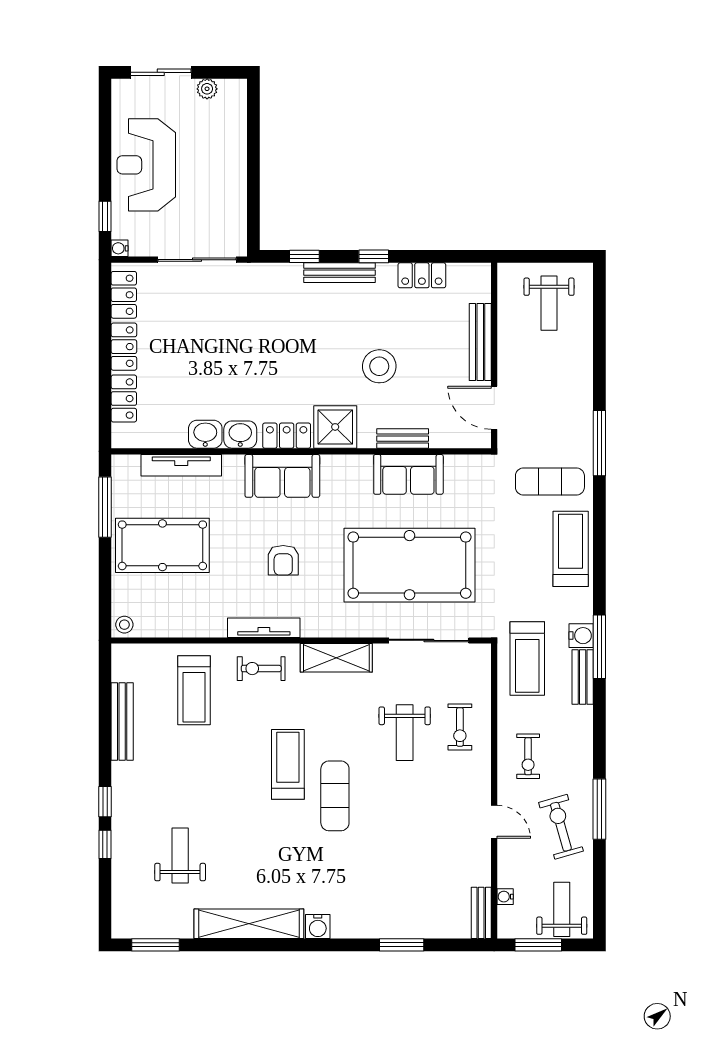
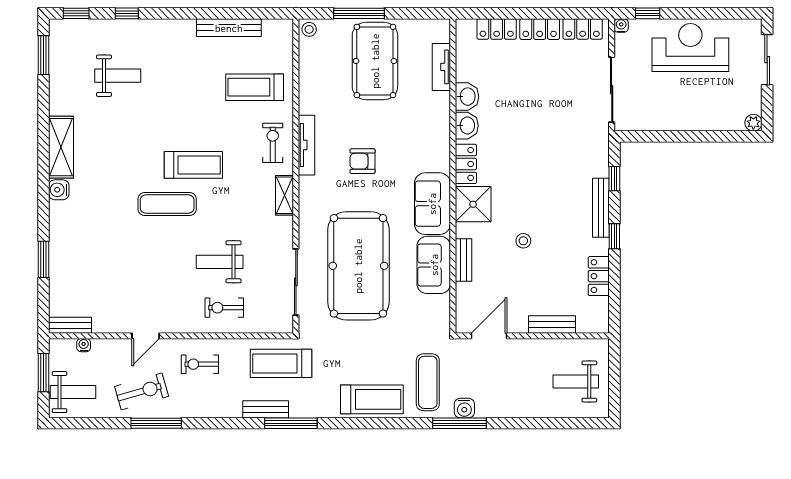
plant: (207, 89) -> (753, 123), moved
bench: (480, 342) -> (552, 324), width x0.73
stool: (379, 366) -> (523, 241), width x0.53, depth x0.53
tv unit: (181, 465) -> (441, 67), width x0.71
sofa: (282, 476) -> (432, 204), moved
window: (105, 507) -> (359, 13), moved
water cooler: (581, 636) -> (464, 408), moved
shelving: (336, 658) -> (285, 195), width x0.67, depth x0.75
window: (105, 802) -> (76, 13), moved
shelving: (249, 924) -> (61, 147), width x0.68

